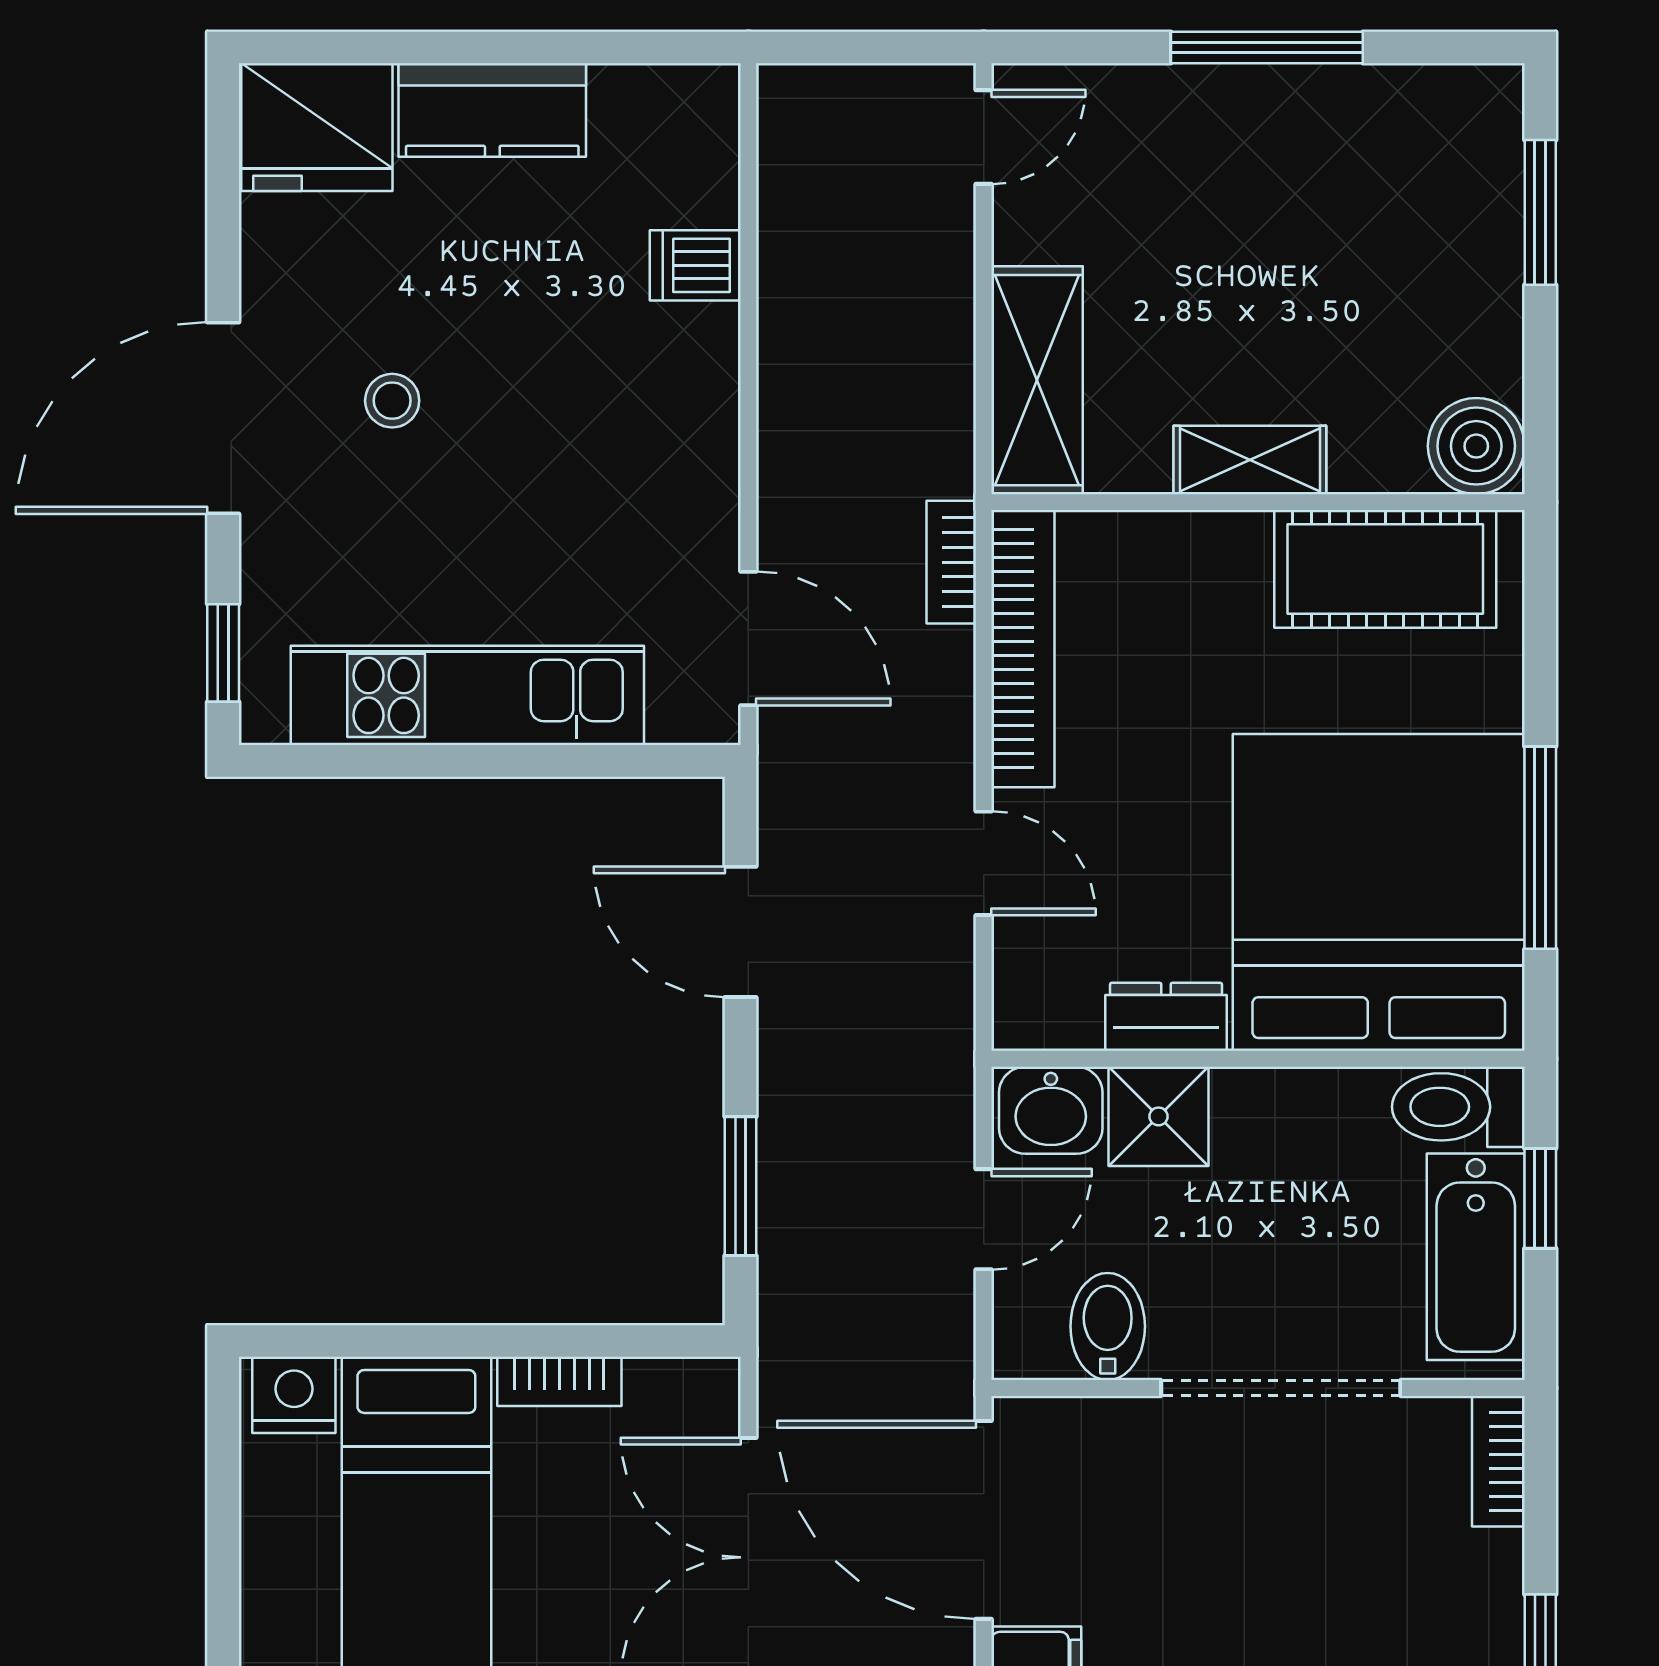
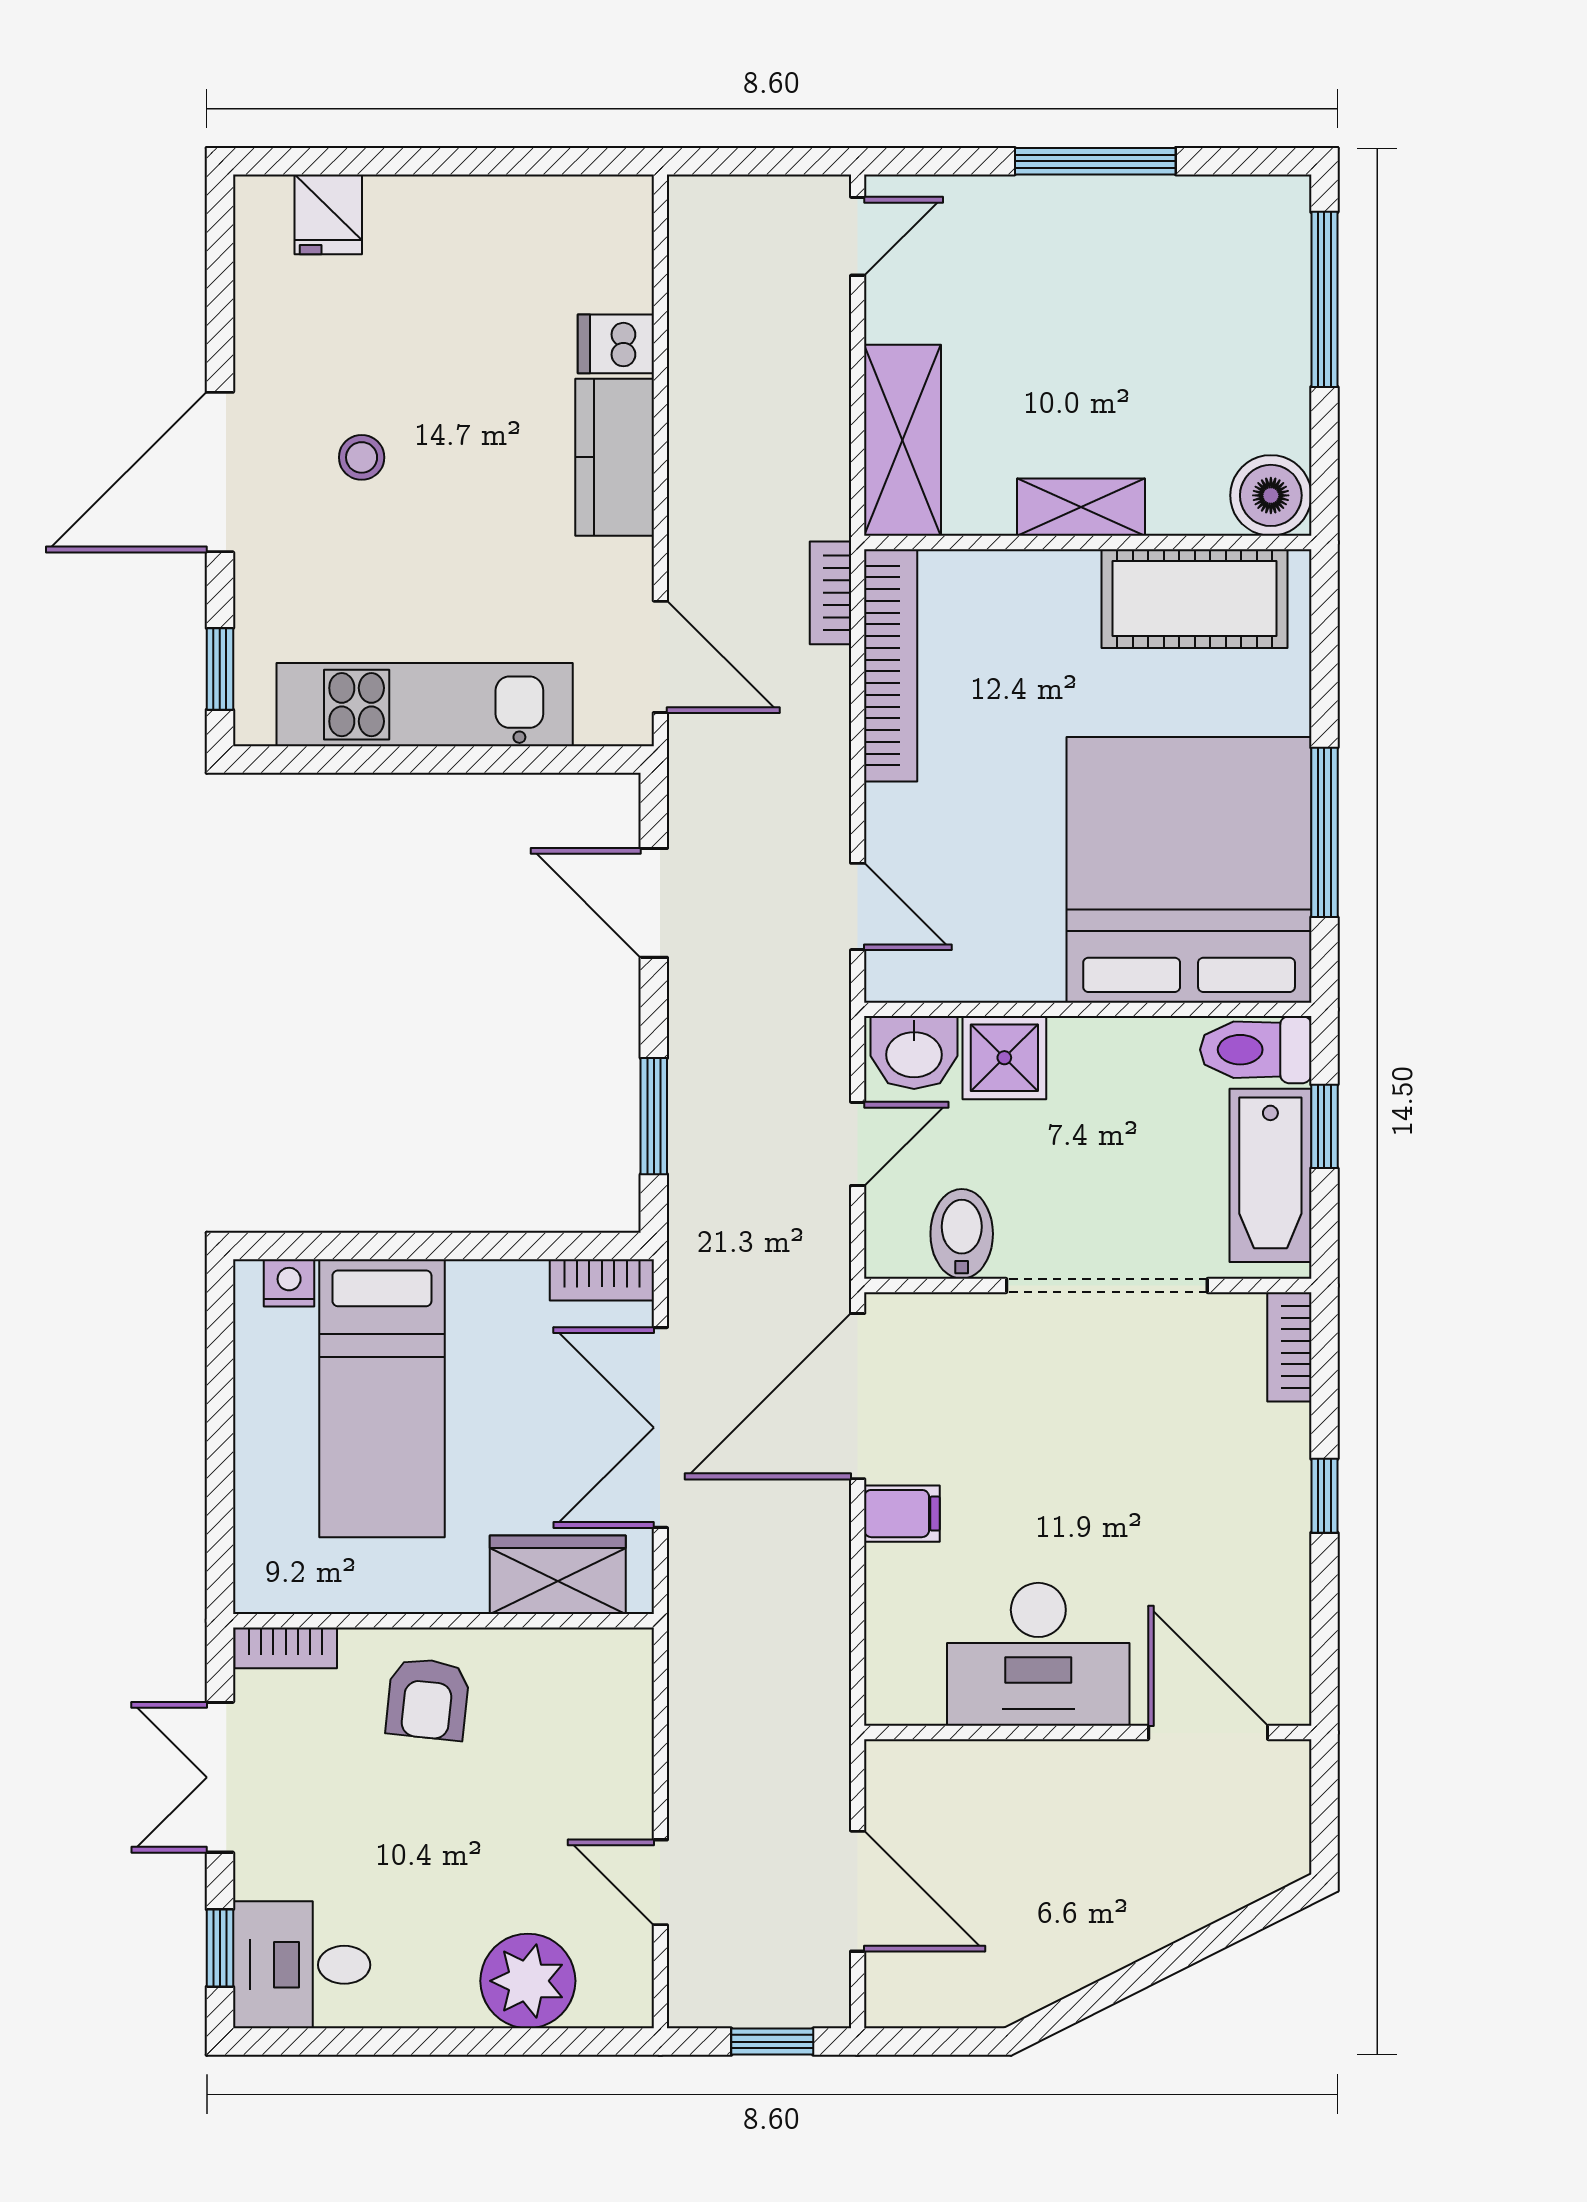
kitchen counter: (492, 110) -> (615, 457), moved, turned 90
fridge: (317, 127) -> (328, 214), width x0.53, depth x0.75
window: (1540, 212) -> (1324, 299), width x1.44
door: (984, 863) -> (858, 906), moved
dresser: (1166, 1017) -> (1011, 974), removed
bookcase: (559, 1381) -> (602, 1280), moved
nightstand: (294, 1395) -> (289, 1283), width x0.72, depth x0.74
door: (984, 1520) -> (858, 1396), hinge flipped

